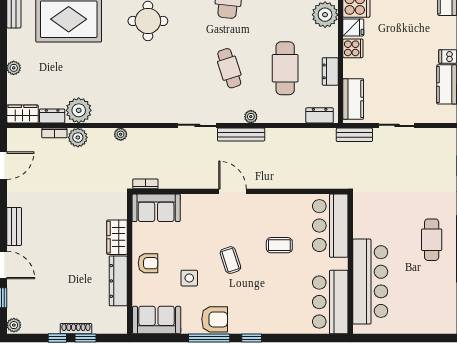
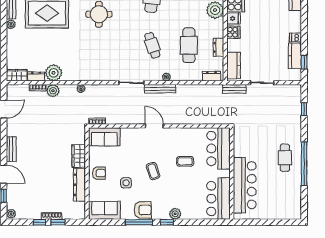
plant: (14, 68) -> (11, 24), moved
plant: (264, 325) -> (175, 214), added

